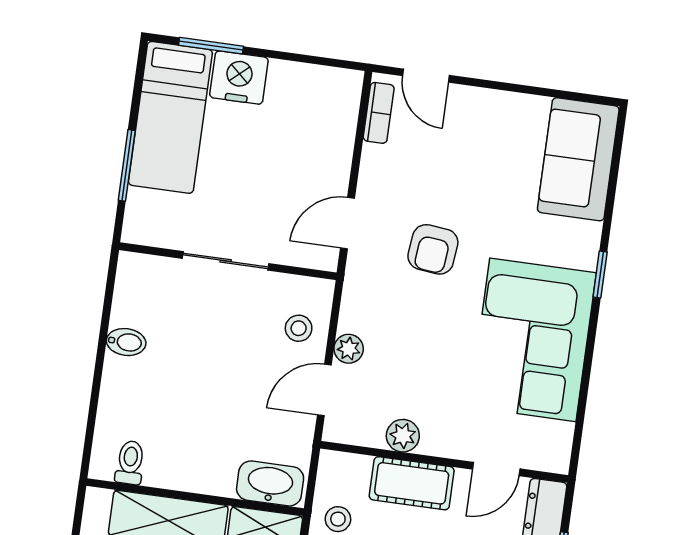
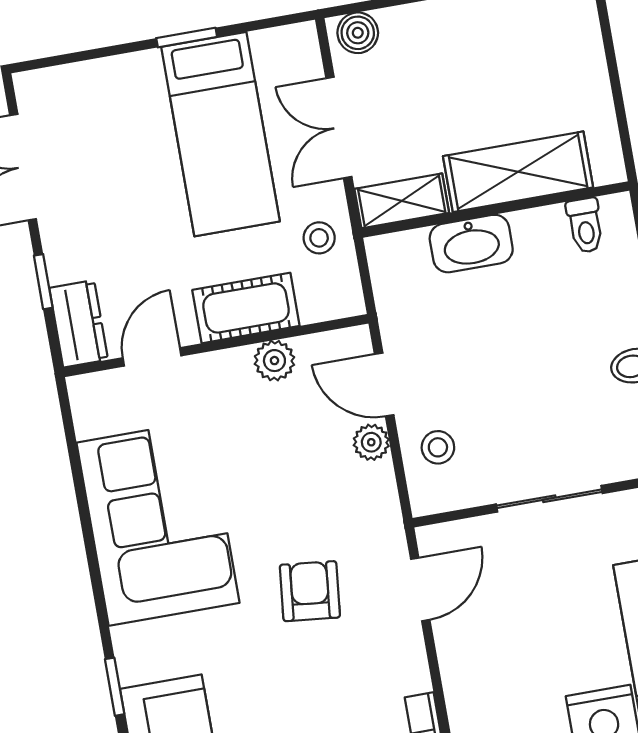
window: (600, 274) -> (115, 687), moved
door: (324, 390) -> (384, 384), swing flipped
washbasin: (270, 483) -> (471, 244), moved

